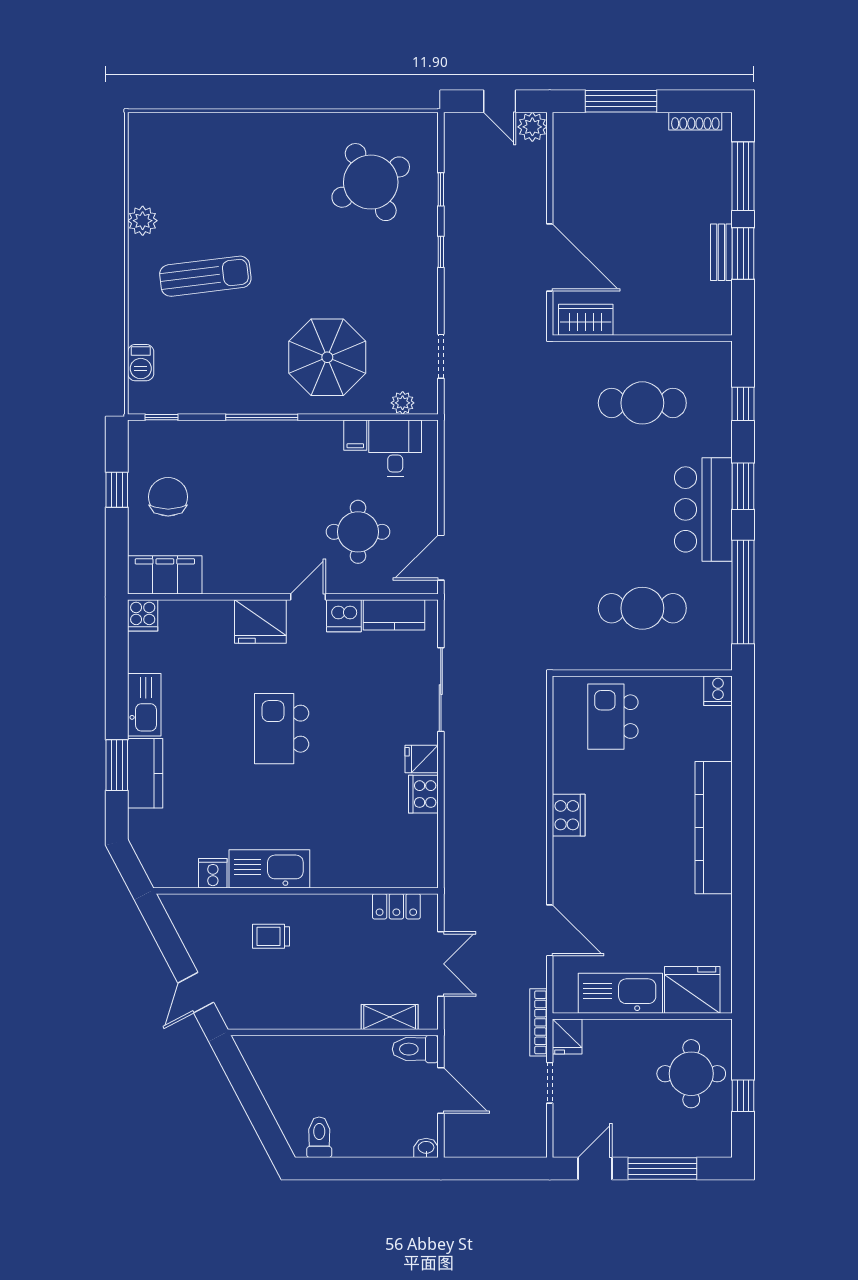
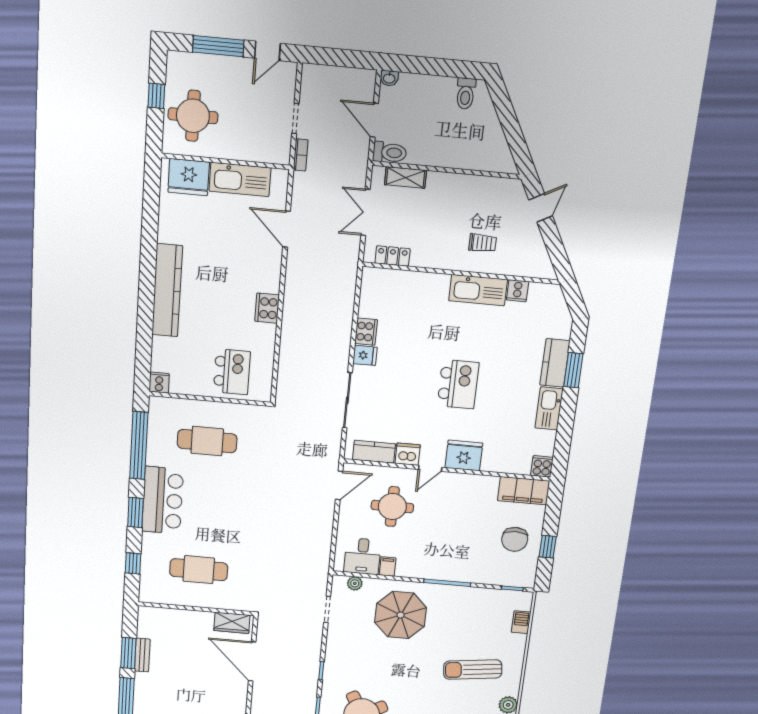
bookcase: (538, 1022) -> (301, 155), width x0.64
fridge: (567, 1036) -> (280, 152), removed

